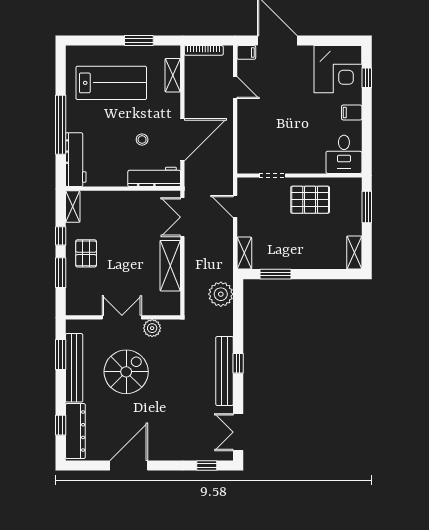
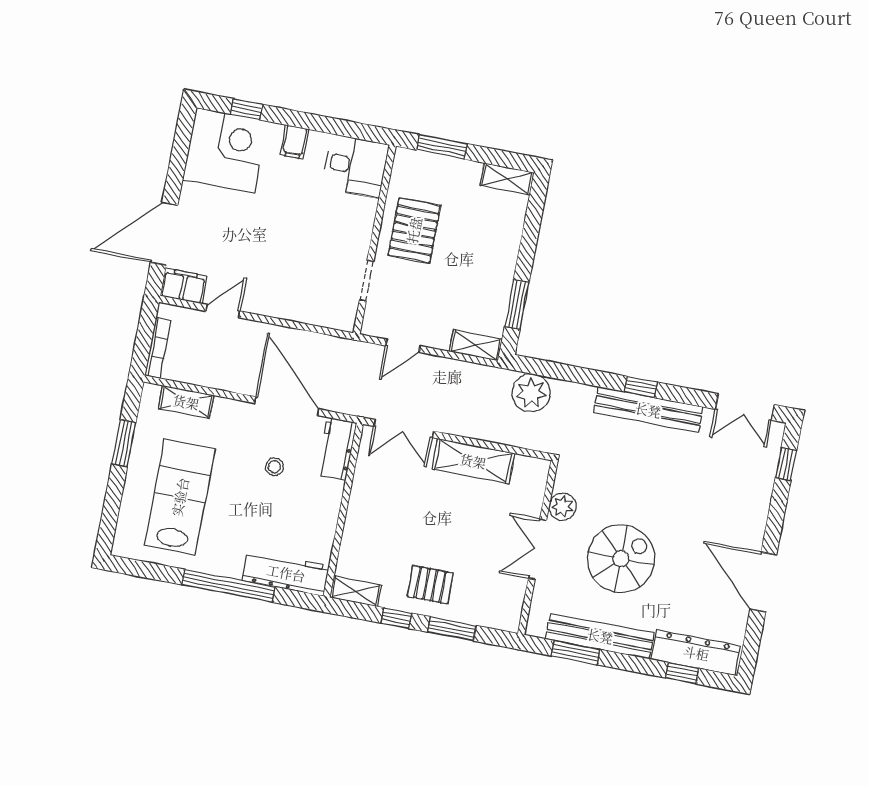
filing cabinet: (246, 52) -> (184, 286), width x2.00
workbench: (154, 177) -> (336, 449), width x0.73
spiral stairs: (126, 372) -> (621, 559), turned 90

